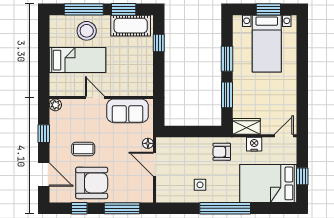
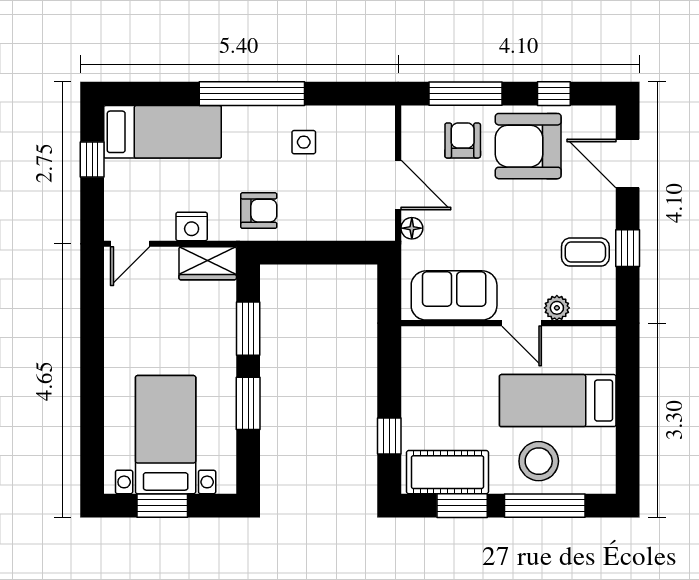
plant: (55, 105) -> (557, 308), moved
coffee table: (83, 149) -> (585, 252), moved
bed: (268, 183) -> (163, 132), width x0.67
armchair: (123, 186) -> (463, 140), added

